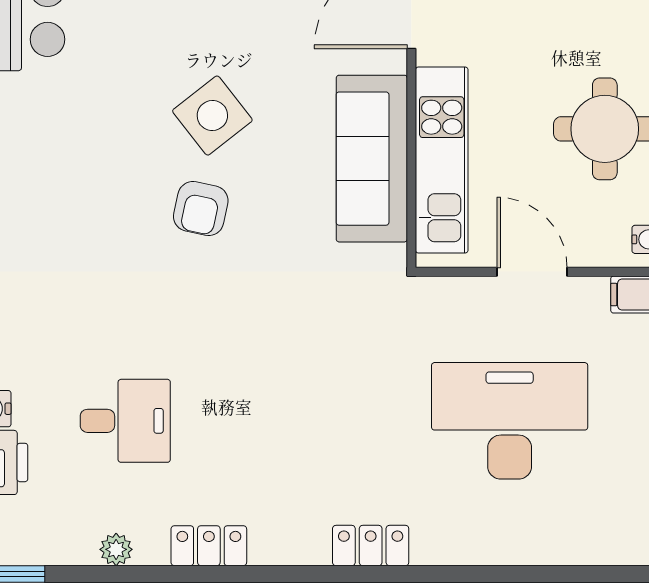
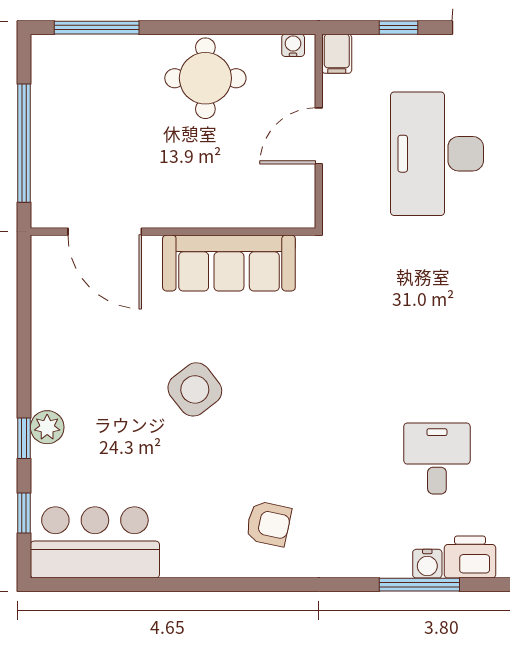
kitchen unit: (442, 160) -> (230, 208), removed
armchair: (201, 209) -> (268, 524), moved

